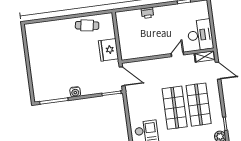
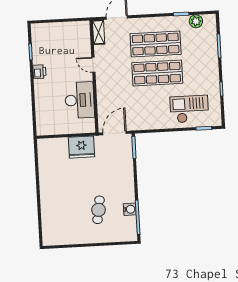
printer: (147, 13) -> (39, 72), moved
cafe table: (87, 25) -> (99, 210), moved
desk: (200, 35) -> (80, 100), moved, turned 90
water cooler: (75, 92) -> (130, 209), moved

